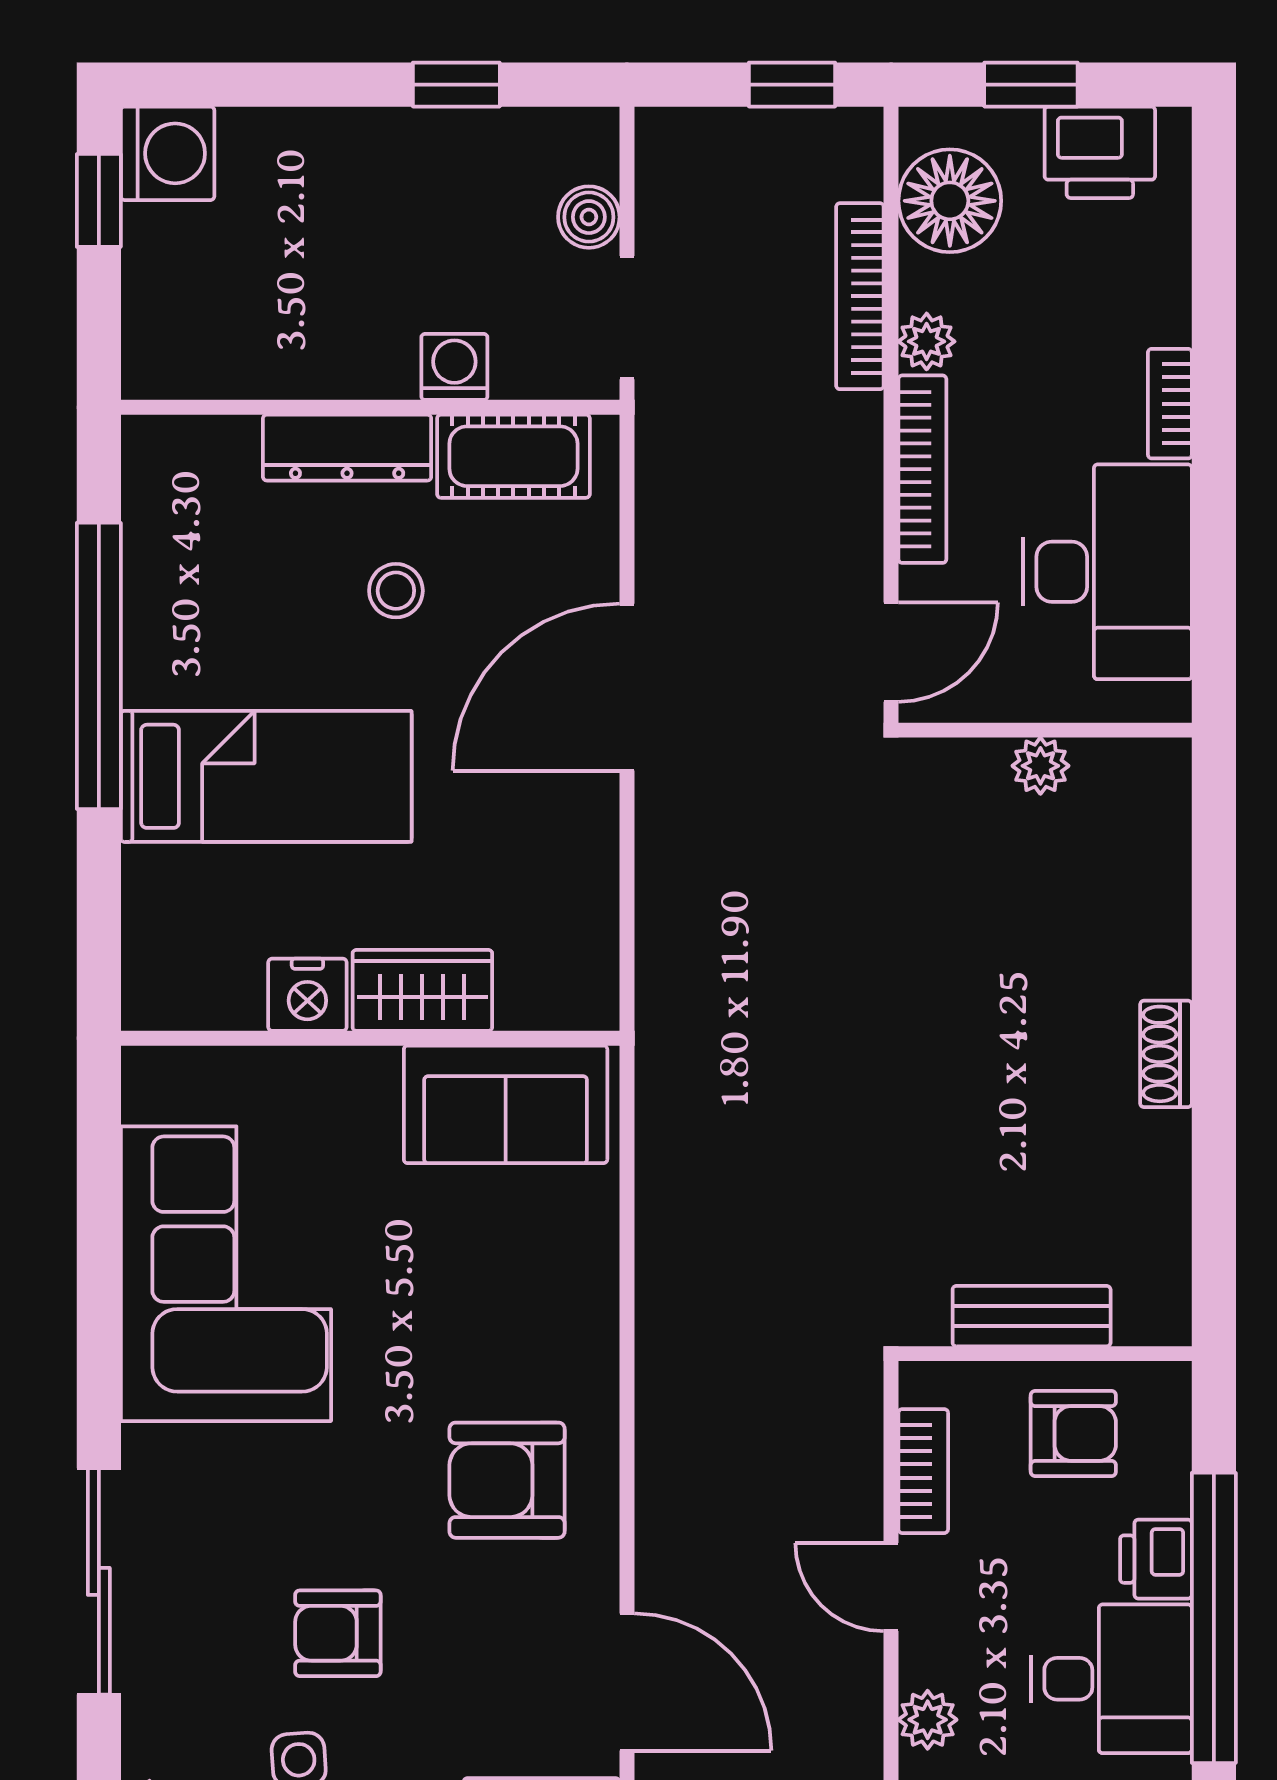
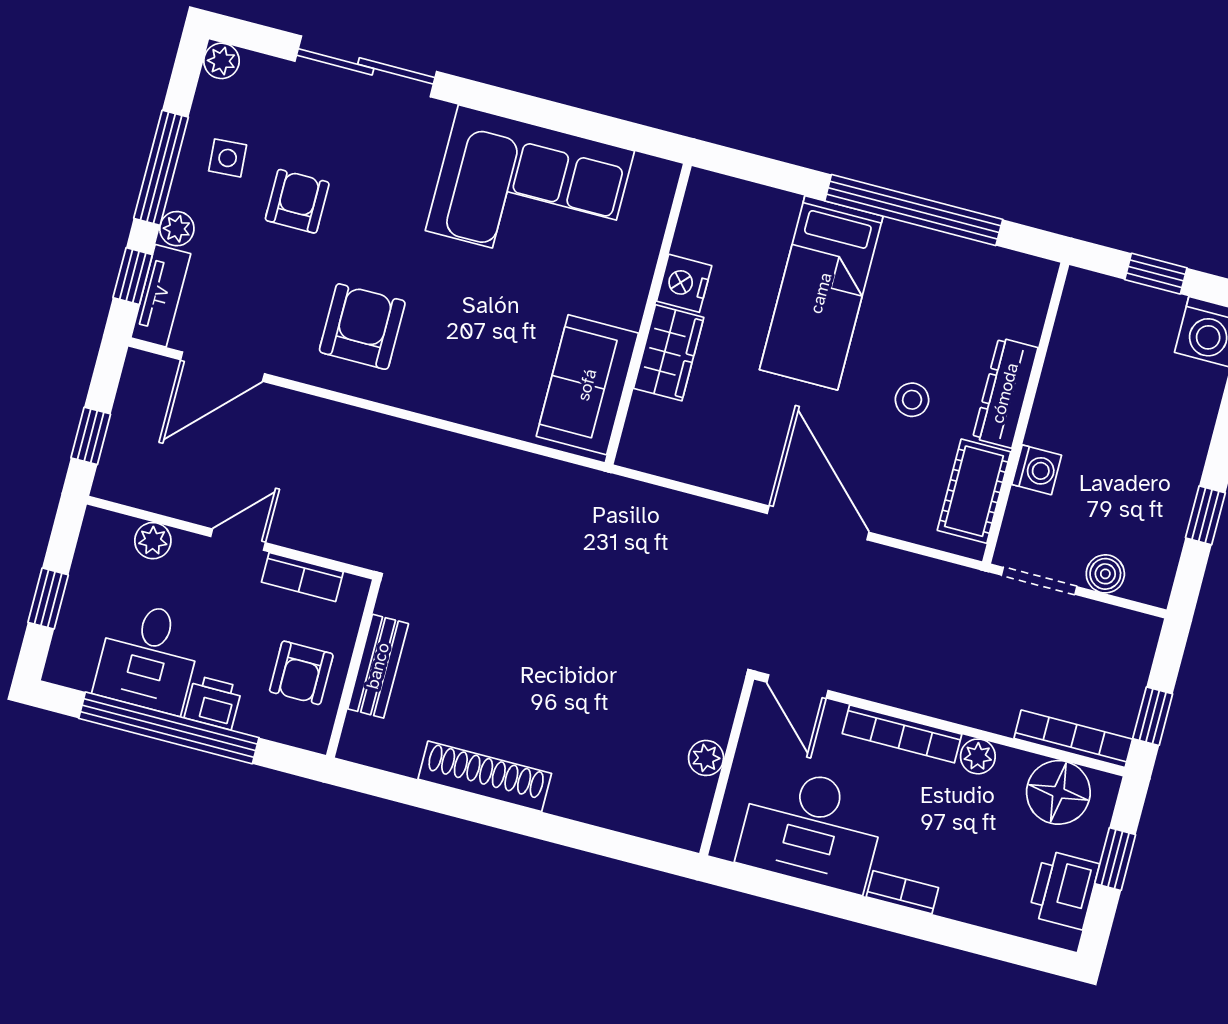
window: (99, 200) -> (1156, 274), moved
bookcase: (860, 296) -> (1073, 739), moved
shoe rack: (1166, 1054) -> (485, 776), width x1.94, depth x1.24

